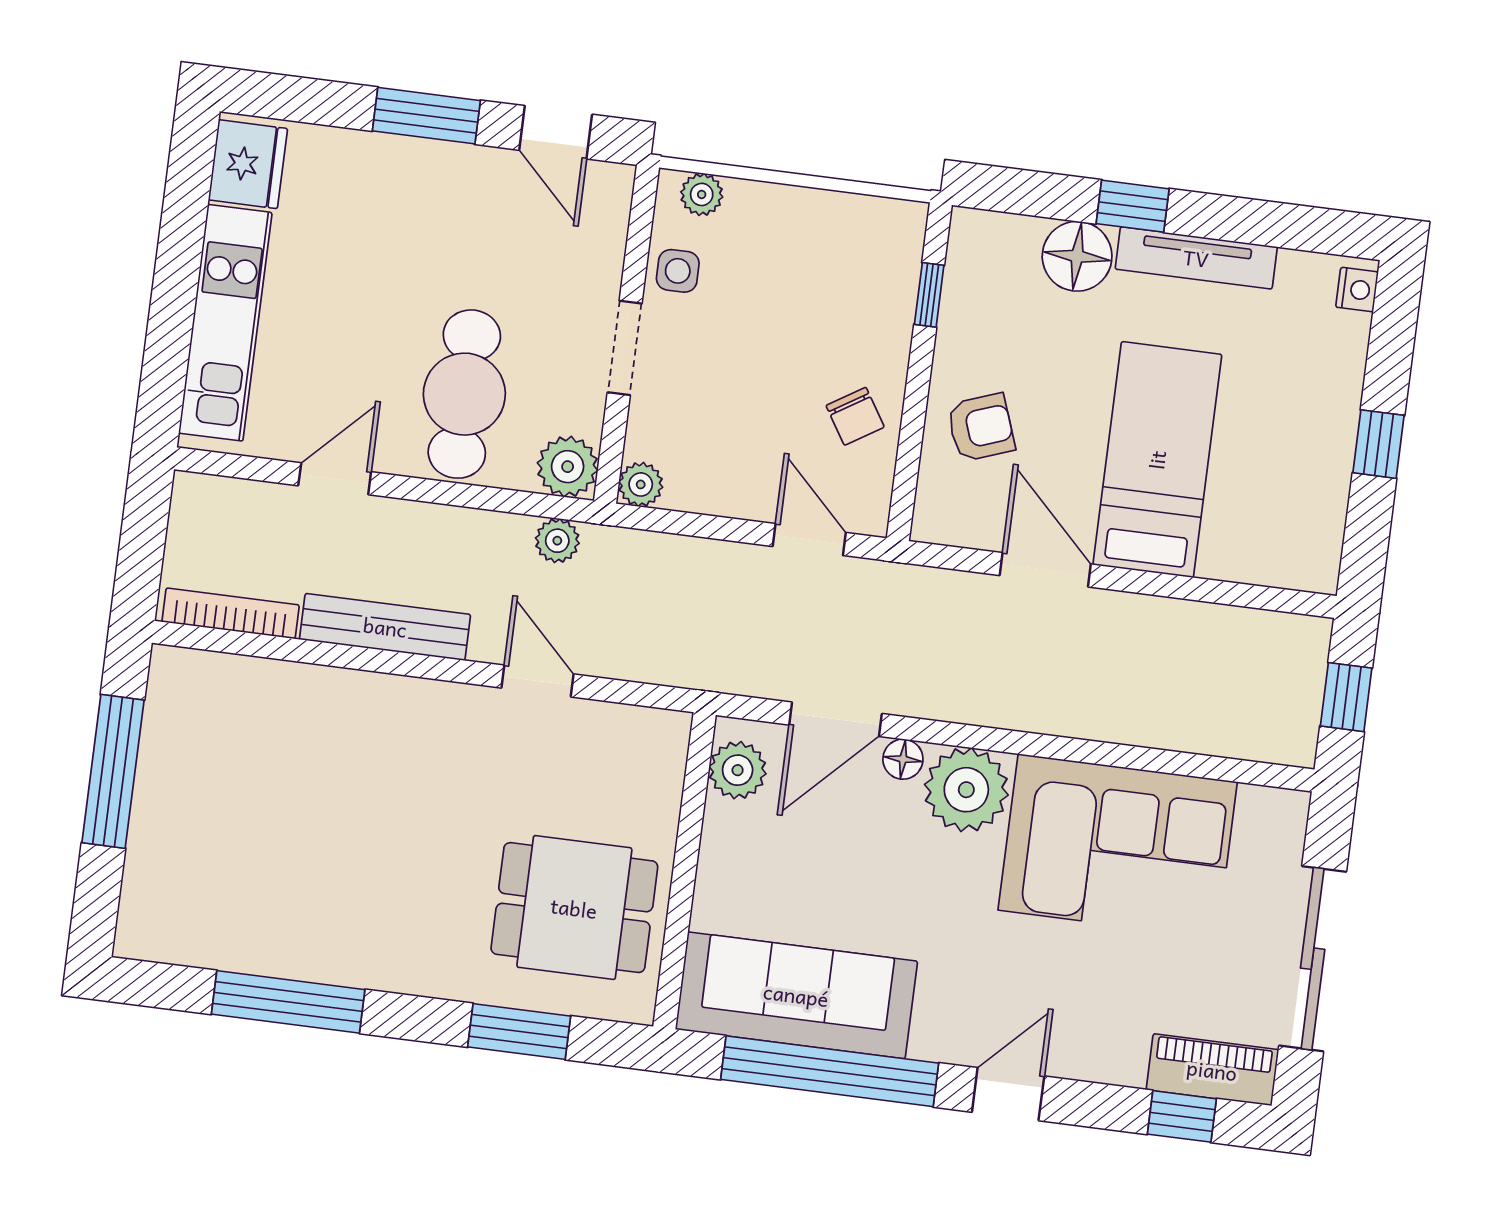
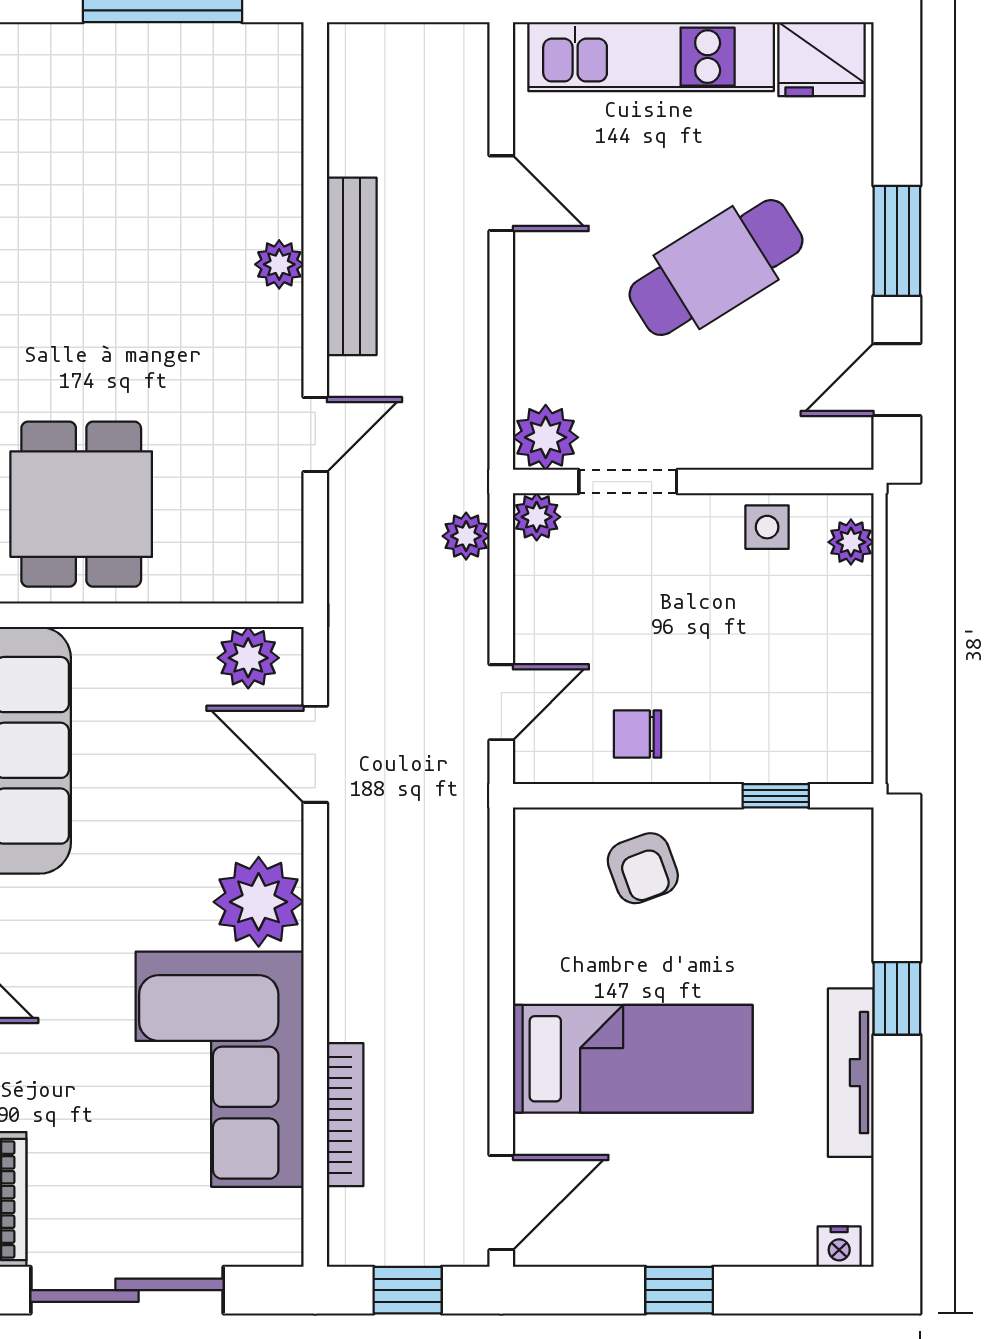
floor lamp: (1077, 256) -> (837, 947), removed
doorway: (625, 348) -> (628, 482), moved
cafe table: (464, 394) -> (716, 268), moved, turned -32
chair: (855, 416) -> (638, 734), turned 32
plant: (557, 541) -> (466, 536), moved
door: (1045, 570) -> (501, 1203), moved
bookcase: (231, 613) -> (345, 1115), moved
plant: (375, 694) -> (279, 264), added
floor lamp: (903, 759) -> (282, 831), removed

